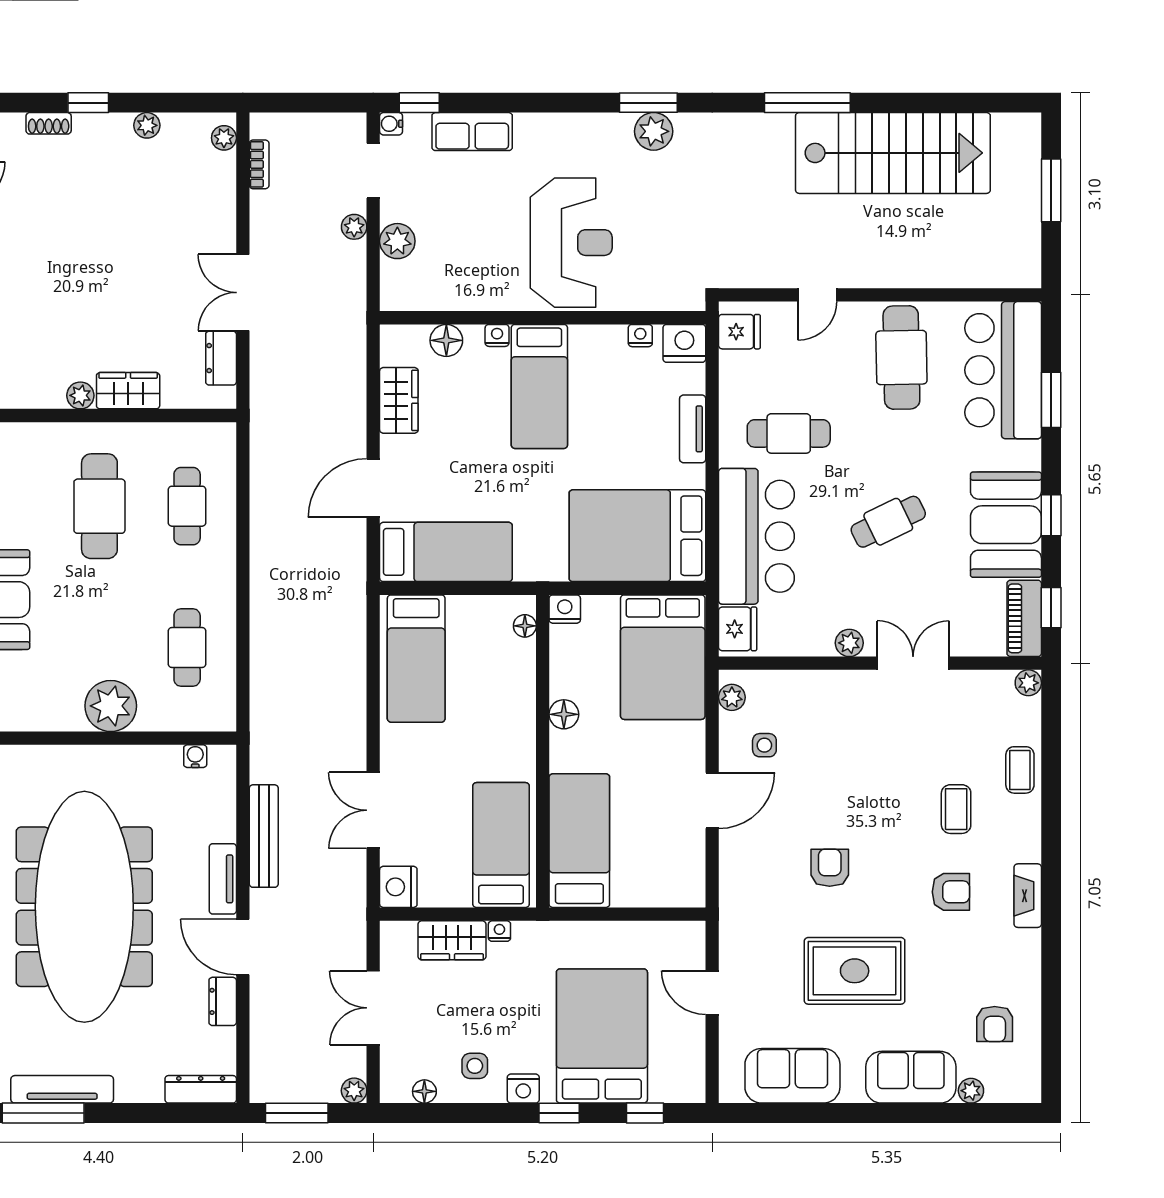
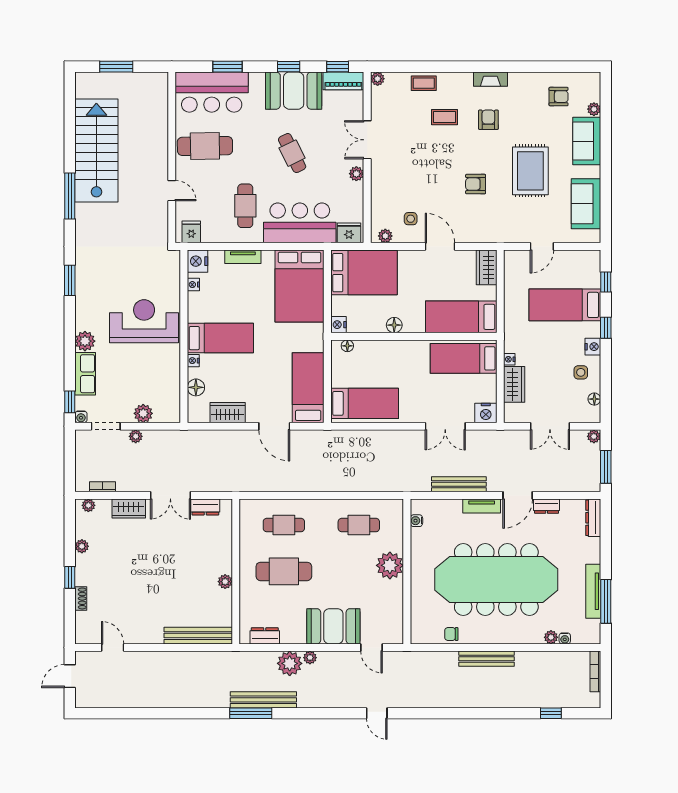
plant: (654, 131) -> (85, 341), moved
wardrobe: (128, 391) -> (129, 509), moved, turned -90
wardrobe: (673, 888) -> (487, 267), added
bed: (602, 1036) -> (565, 305), width x0.67

